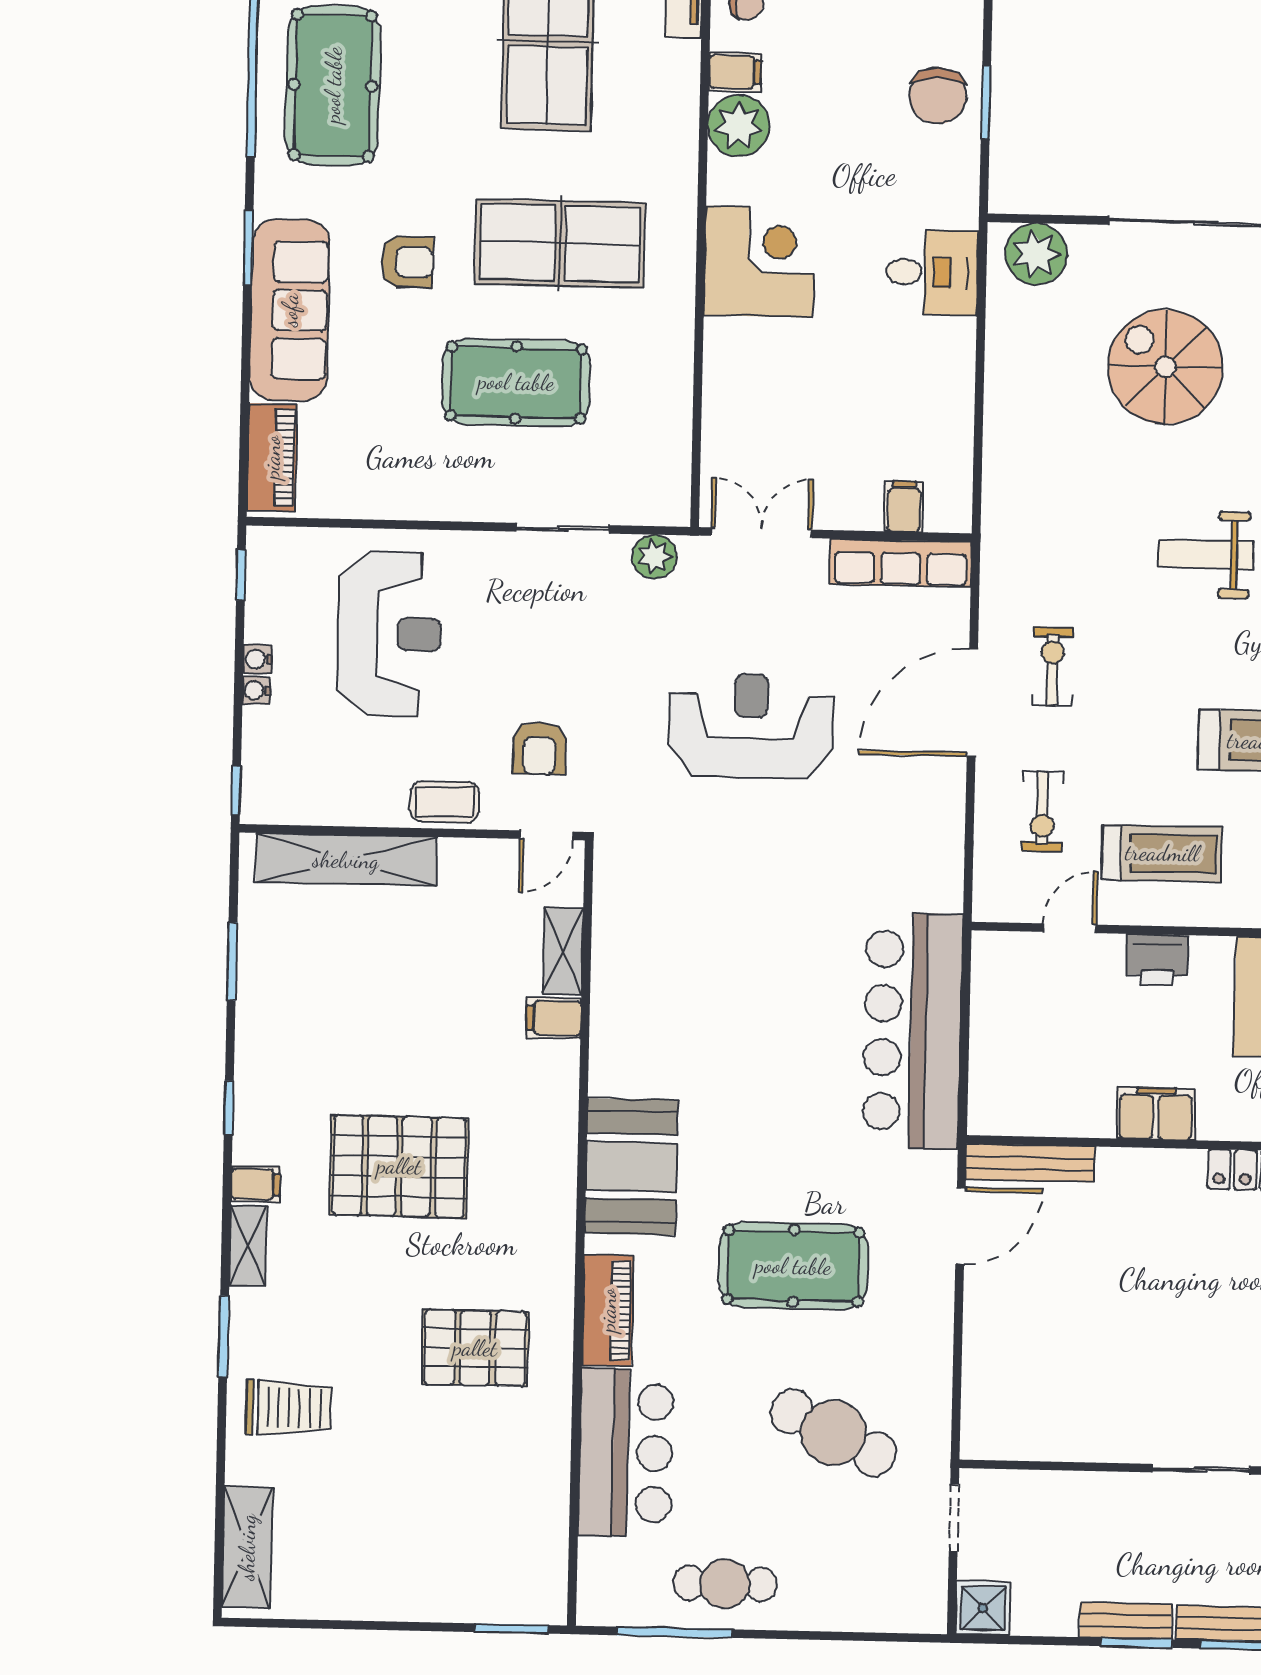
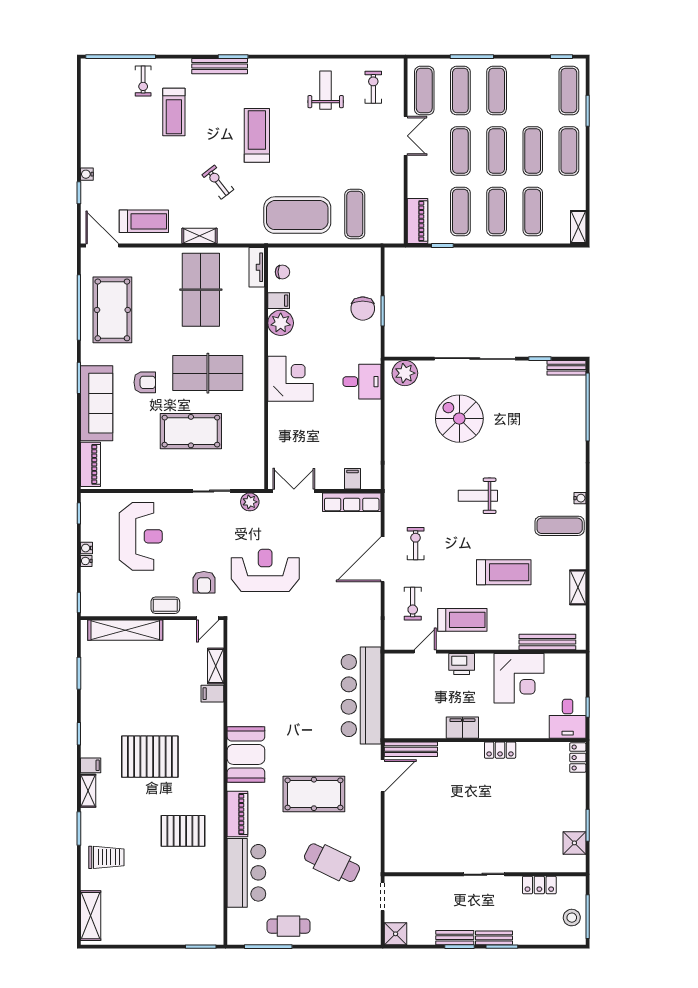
reception desk: (751, 726) -> (265, 570), moved

